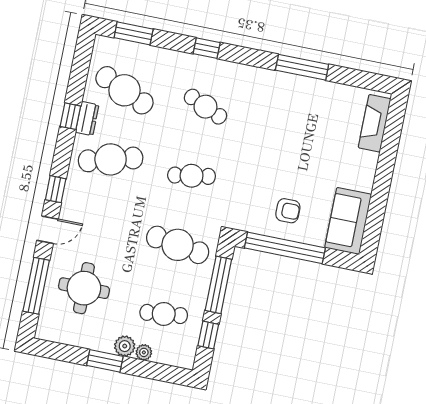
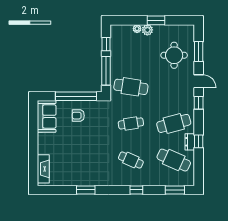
window: (302, 67) -> (86, 190), width x0.69
door: (48, 230) -> (199, 81), swing flipped
window: (36, 286) -> (199, 52), width x0.69
cafe table: (164, 314) -> (131, 50), removed

